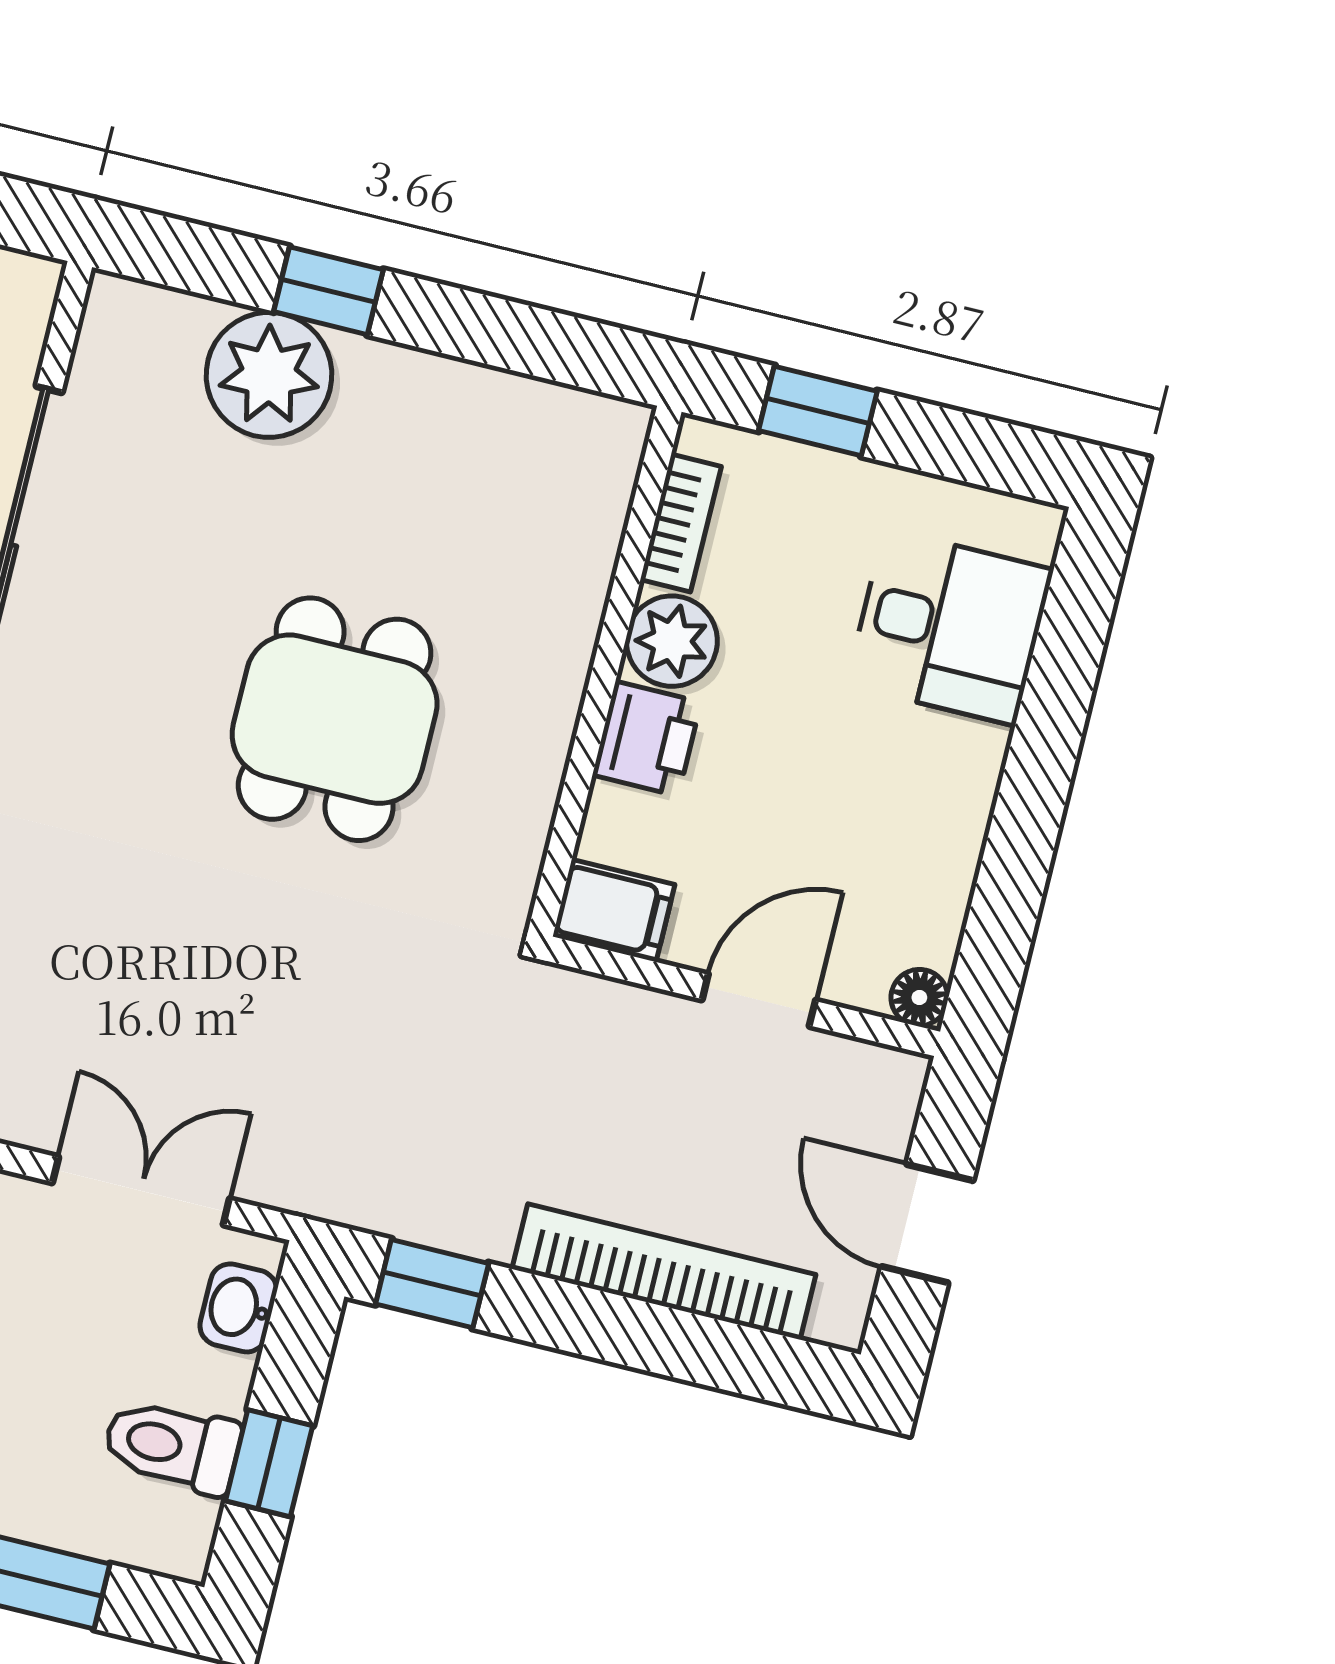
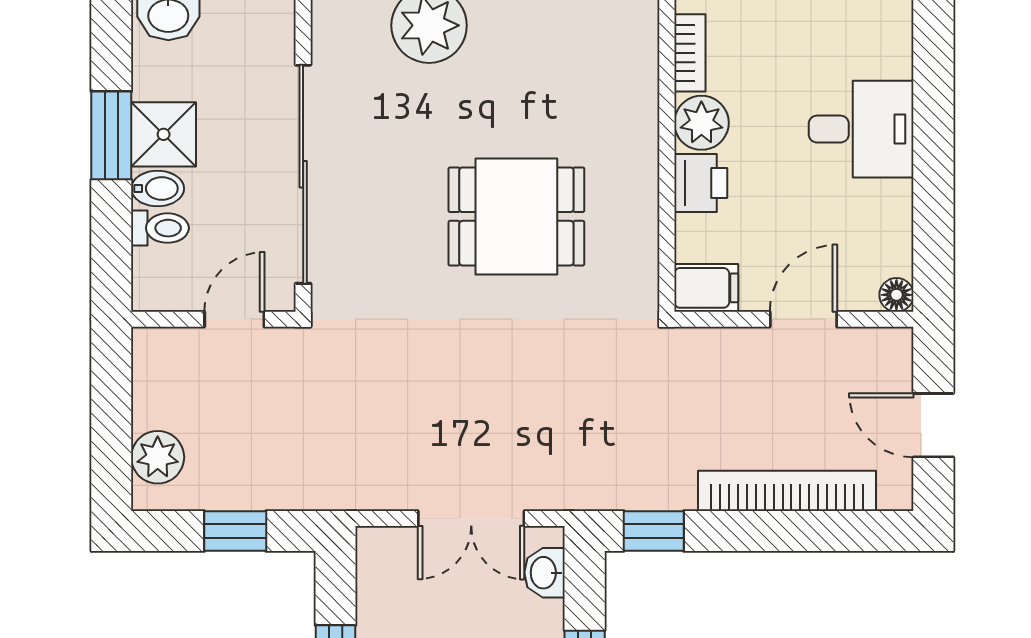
desk: (950, 627) -> (861, 129), moved
dining table: (335, 719) -> (516, 216), turned 90
double door: (141, 1191) -> (471, 519), swing flipped

